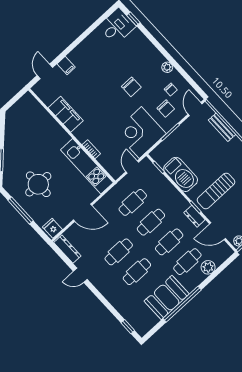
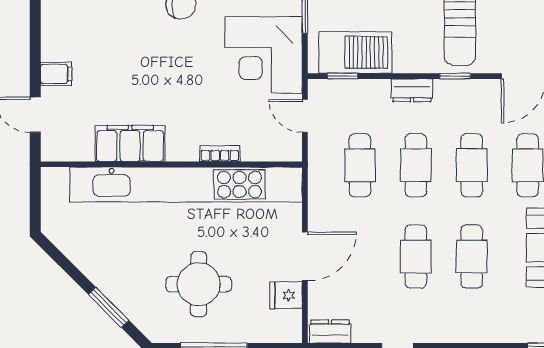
kitchen unit: (87, 166) -> (186, 184), width x1.86
barbecue: (181, 174) -> (355, 52), moved
dresser: (194, 216) -> (412, 90), moved
fridge: (52, 228) -> (286, 295), moved
dresser: (67, 249) -> (330, 332), width x0.70

